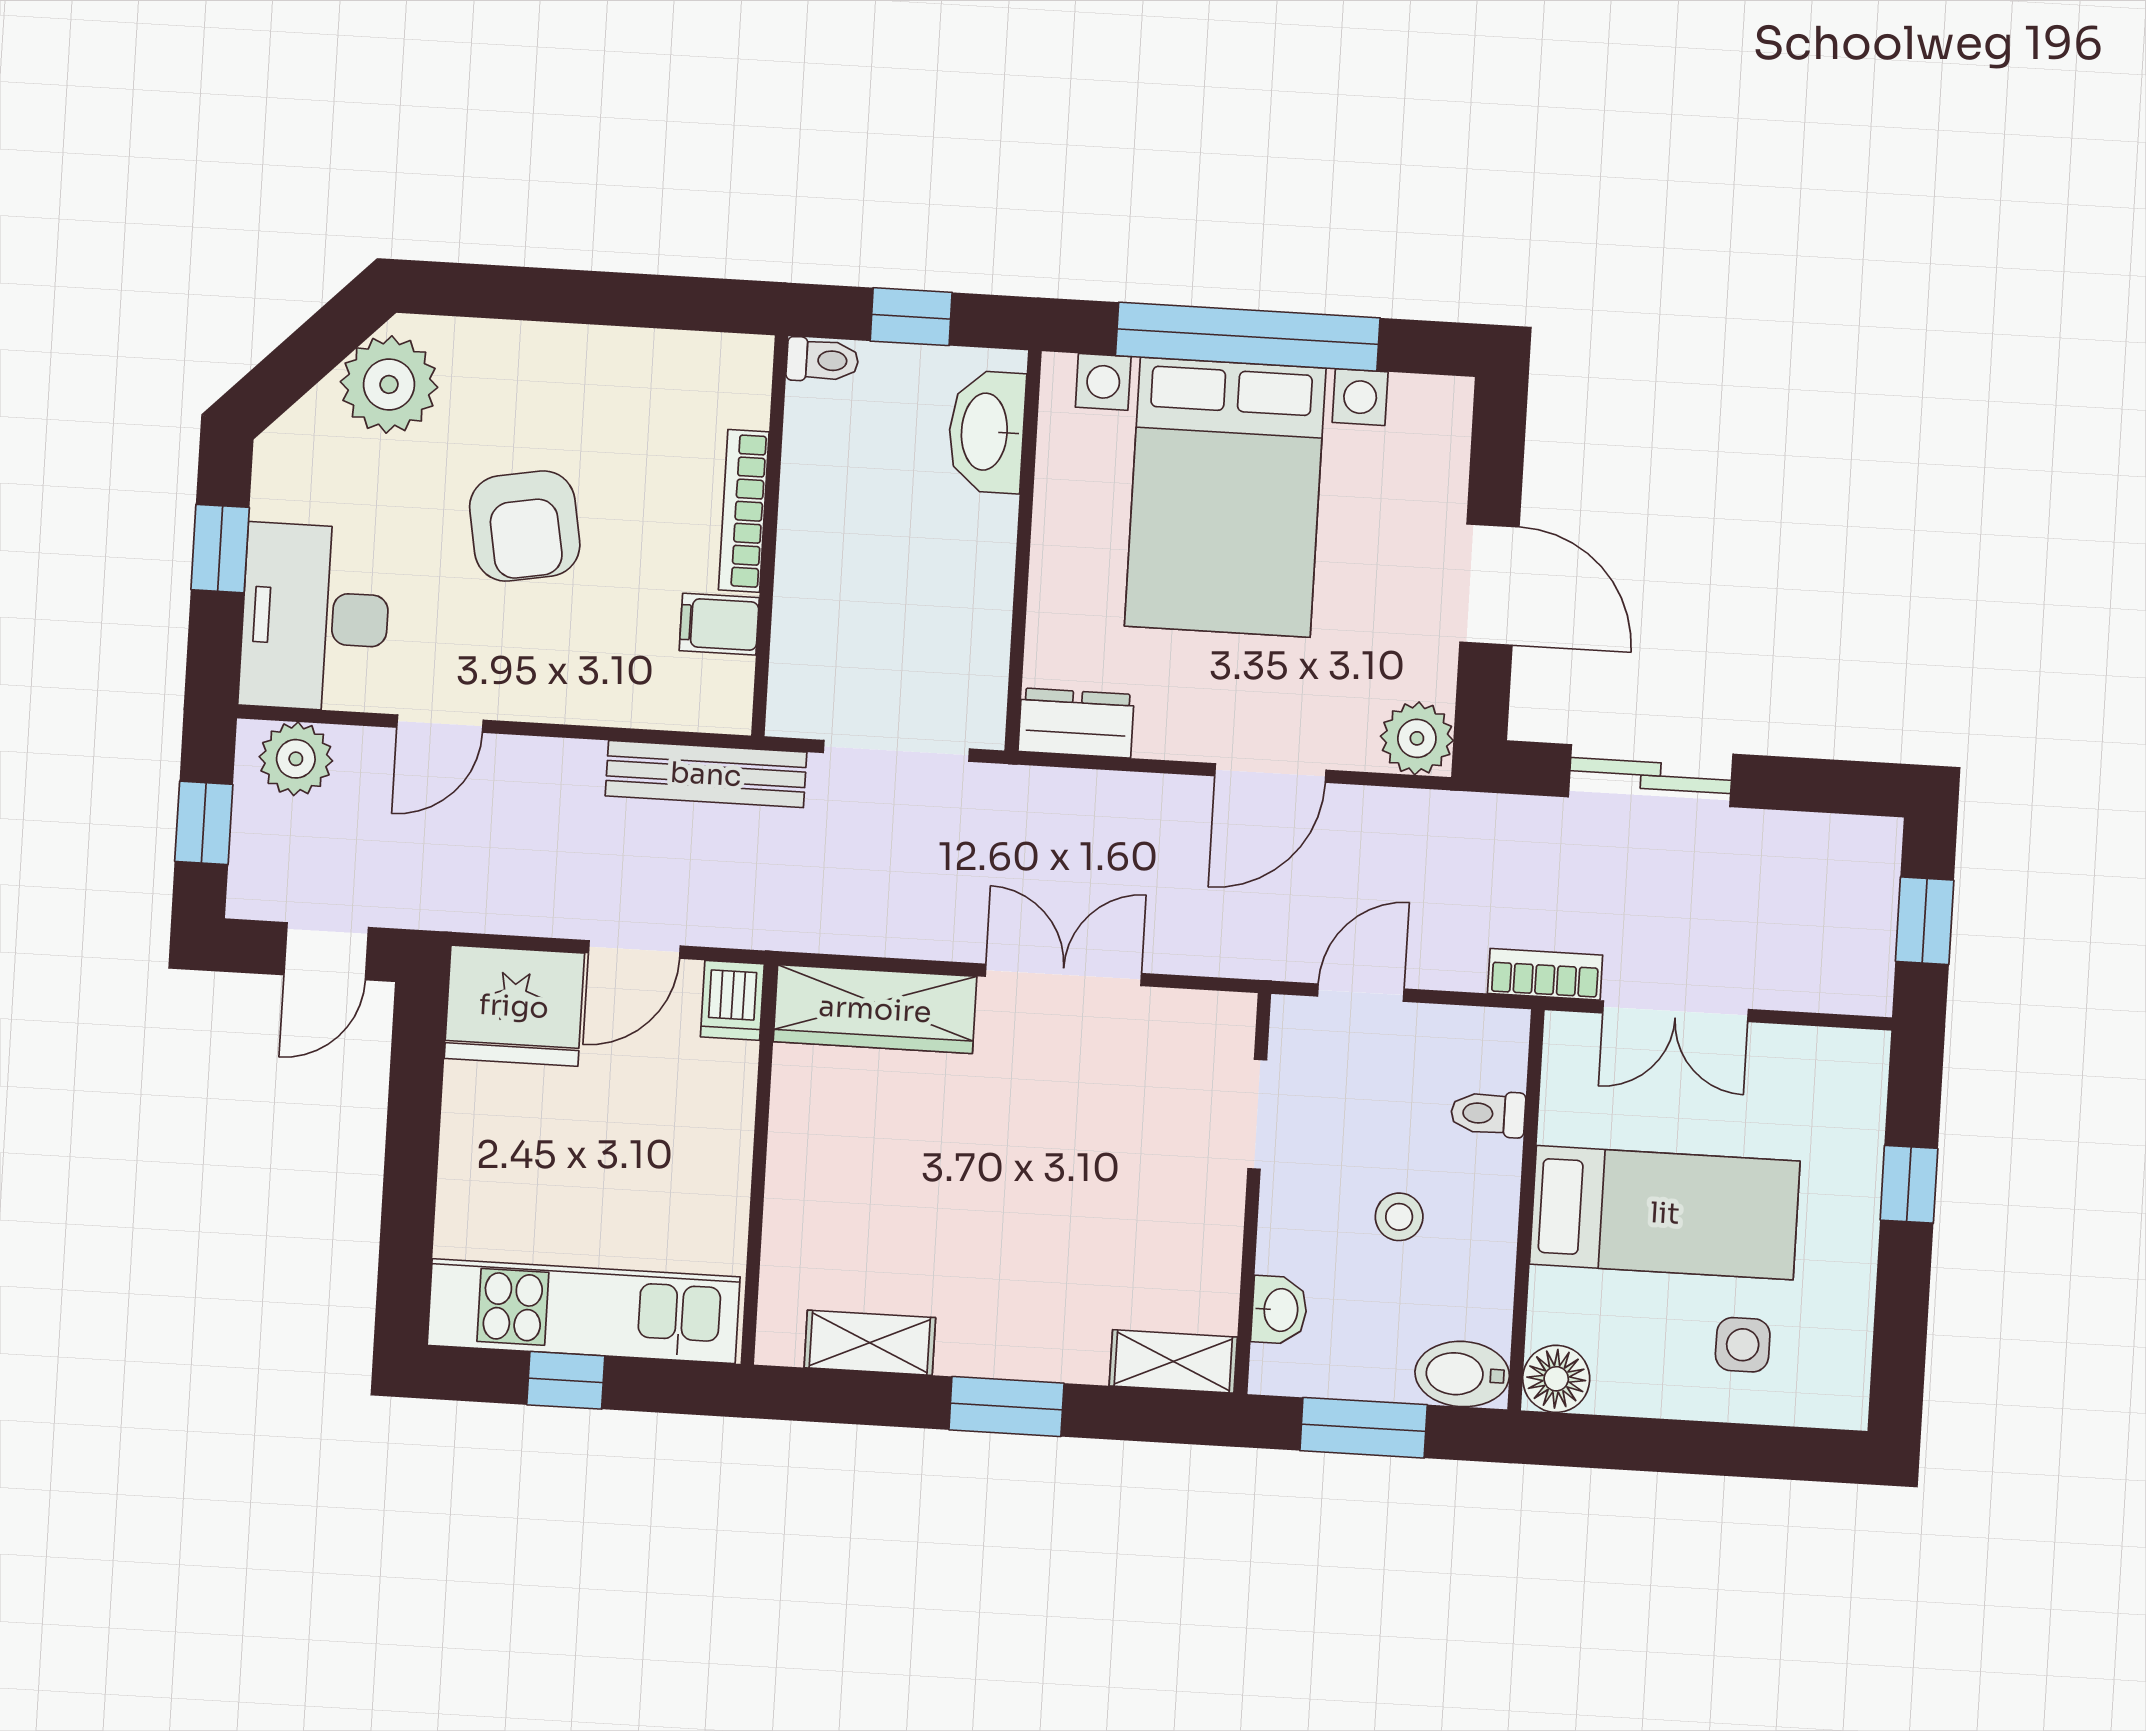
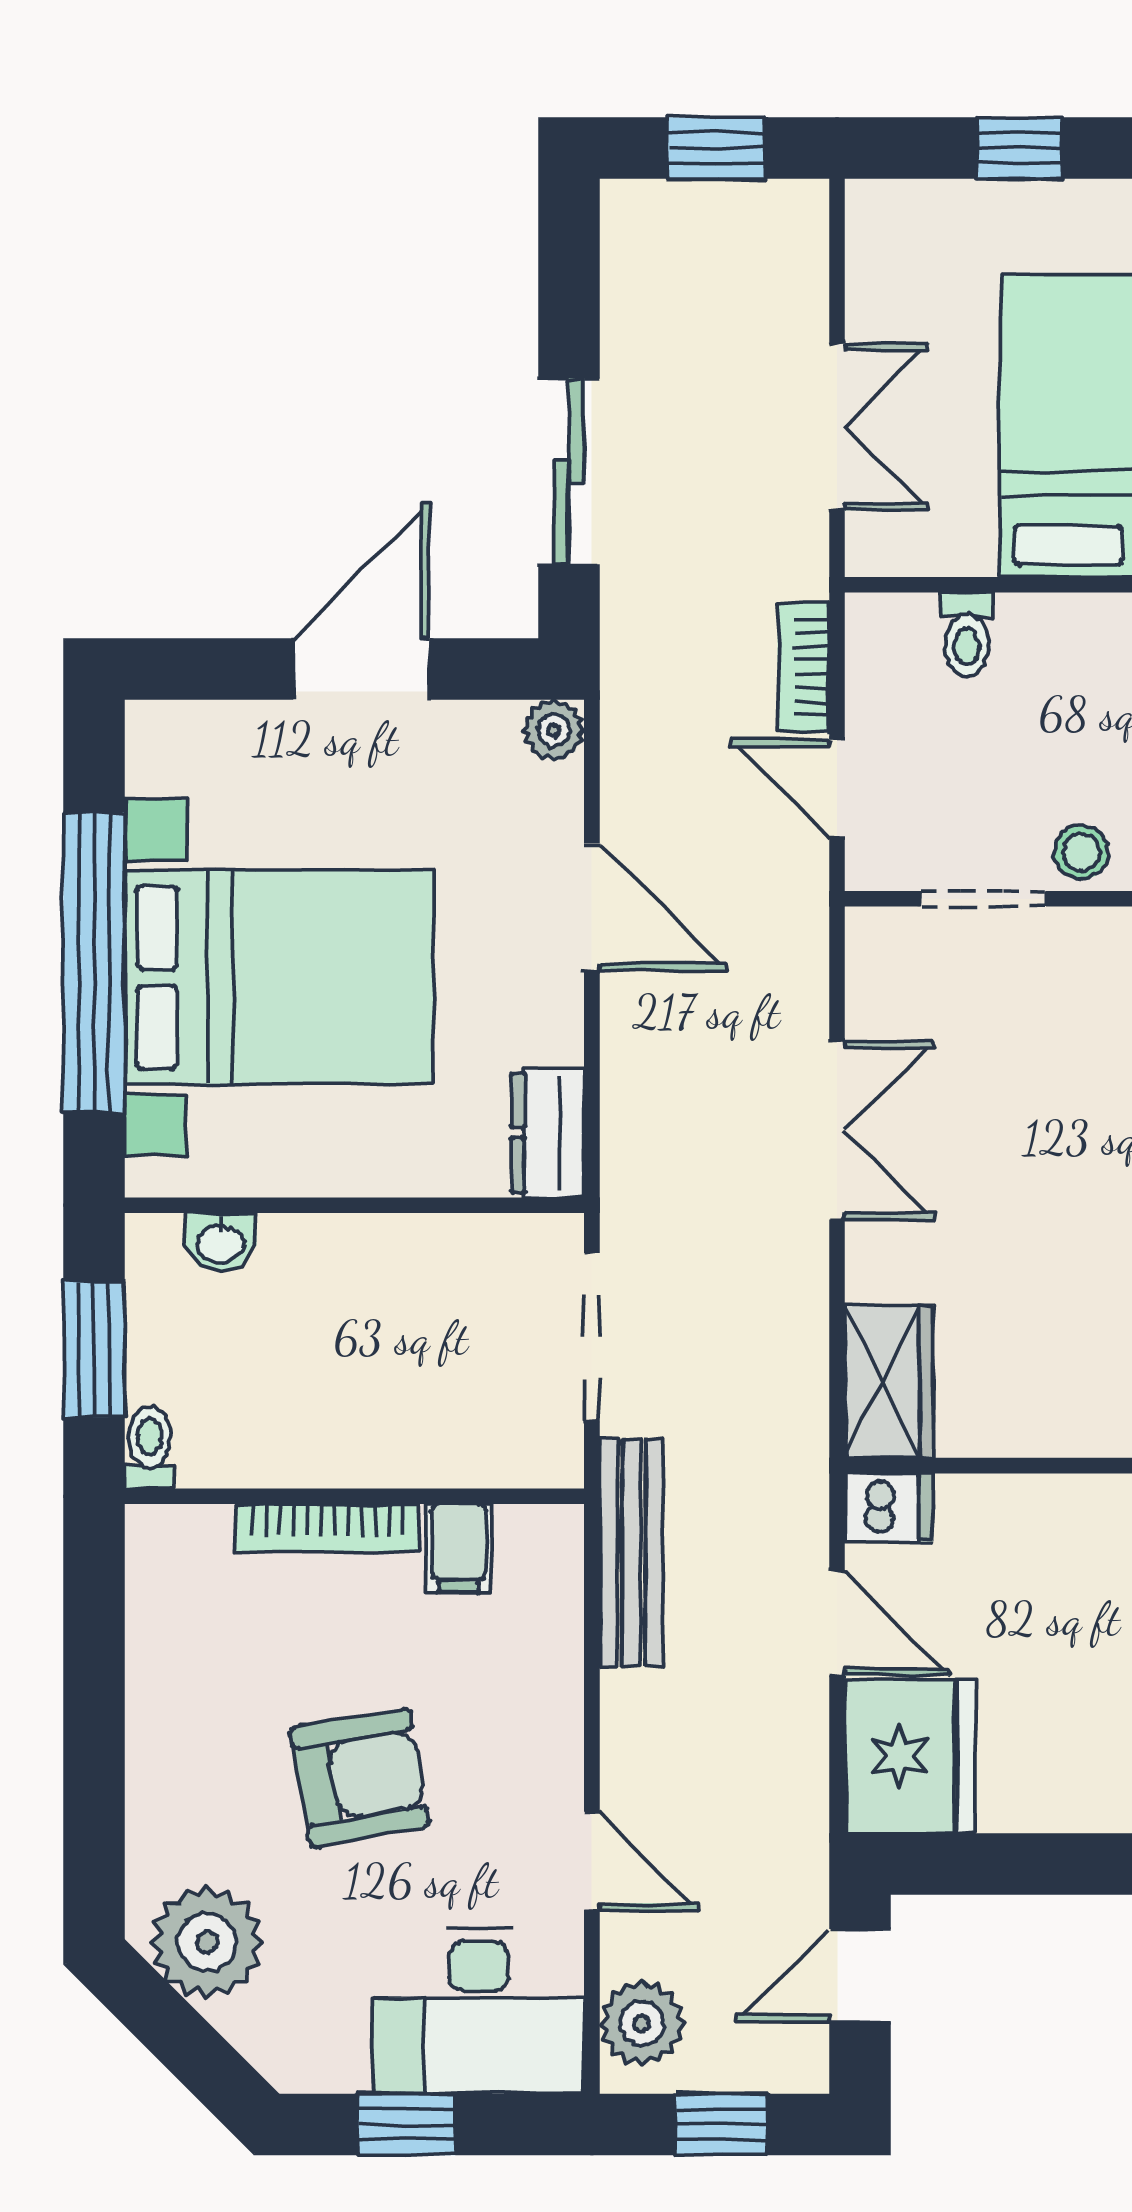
window: (911, 317) -> (94, 1349), width x1.50
washbasin: (987, 432) -> (221, 1242), width x0.52, depth x0.69
plant: (1417, 738) -> (554, 730), width x0.73, depth x0.73
door: (326, 951) -> (860, 1976), swing flipped
bookcase: (1545, 974) -> (803, 667), moved
double door: (1063, 975) -> (837, 1130), swing flipped
wardrobe: (875, 1009) -> (889, 1382), width x0.67
stool: (1399, 1217) -> (1081, 852), moved

